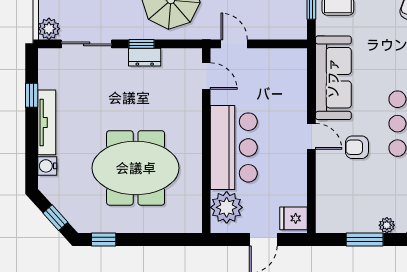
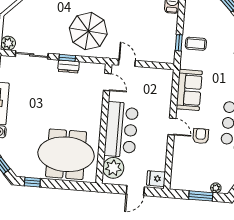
sofa: (333, 78) -> (189, 90), width x0.73
armchair: (357, 147) -> (201, 136), turned 90
meeting table: (136, 168) -> (66, 154), moved

